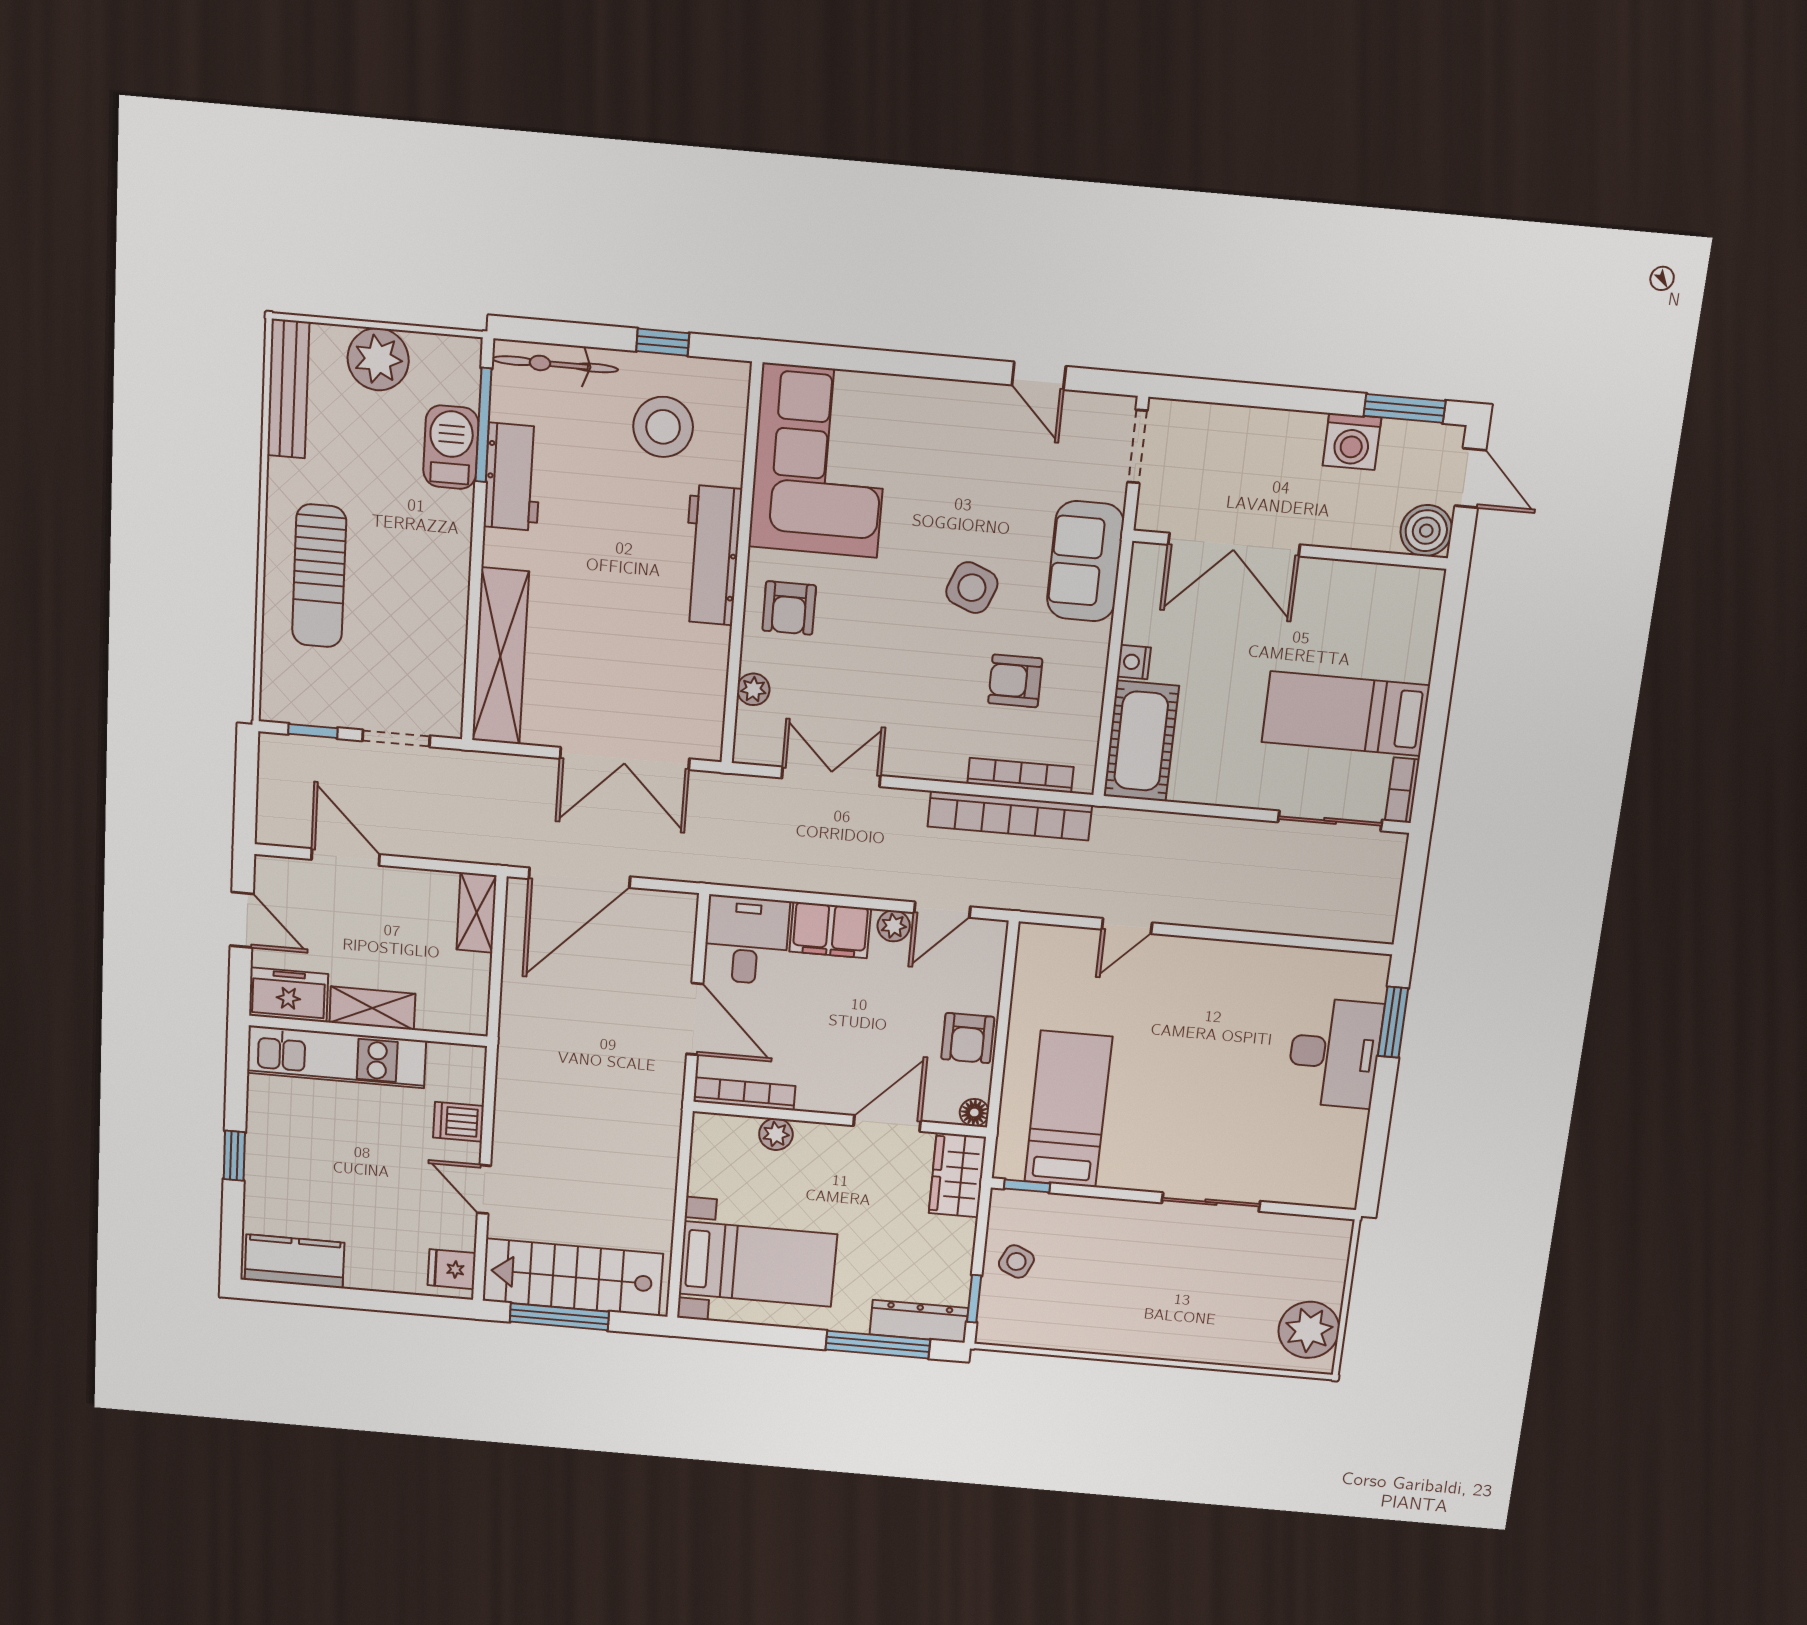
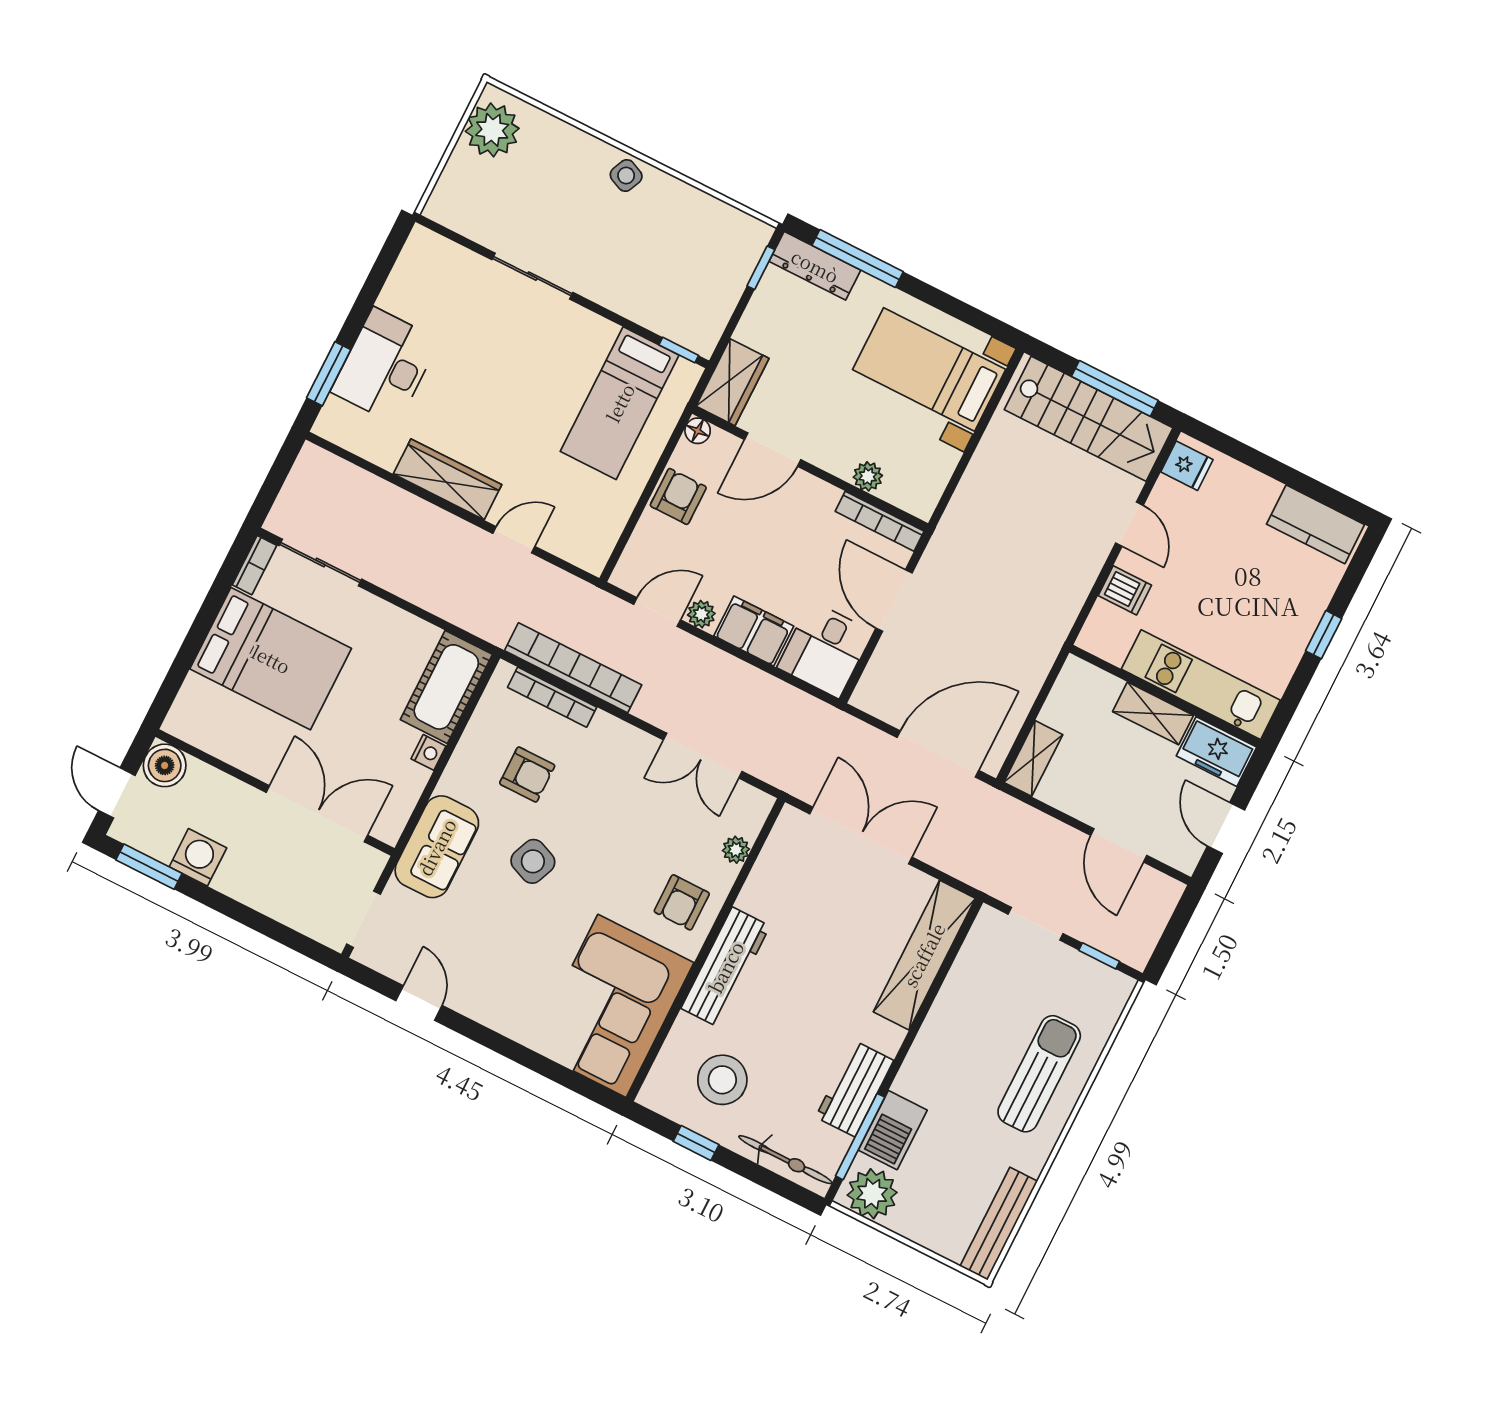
plant: (378, 359) -> (872, 1194), moved
armchair: (789, 608) -> (682, 902), turned 180
bed: (1346, 714) -> (271, 659), width x1.50
wardrobe: (1223, 962) -> (447, 479), added
side table: (1016, 1261) -> (626, 176), moved

